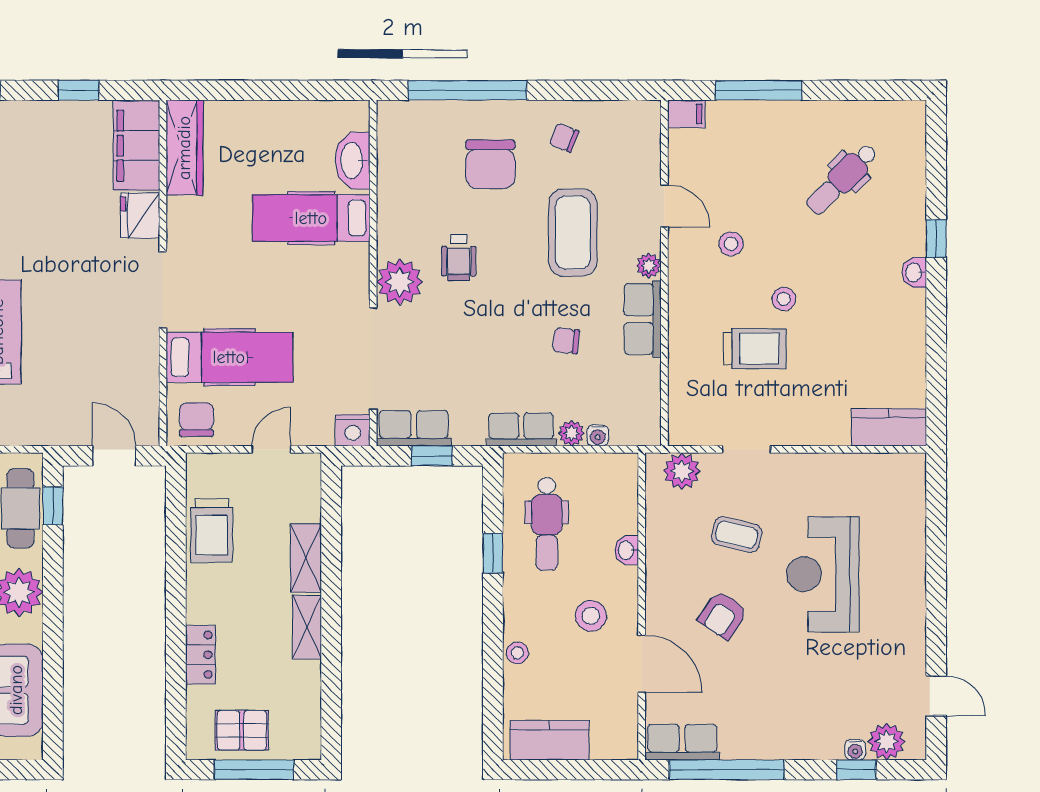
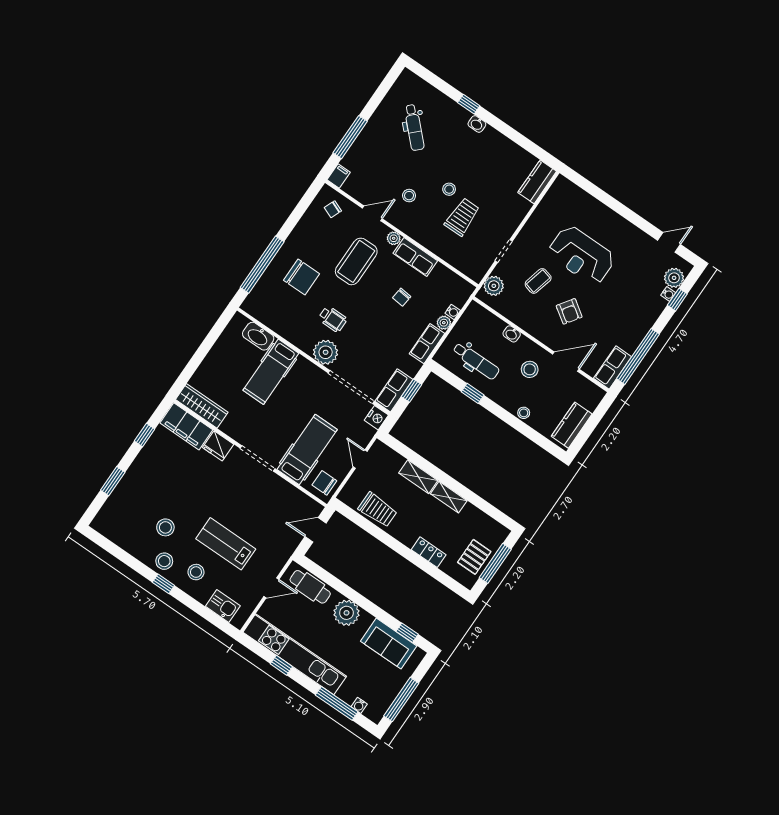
chair: (564, 138) -> (333, 209), moved
coffee table: (573, 232) -> (356, 261), turned 90
window: (53, 506) -> (407, 633), moved

